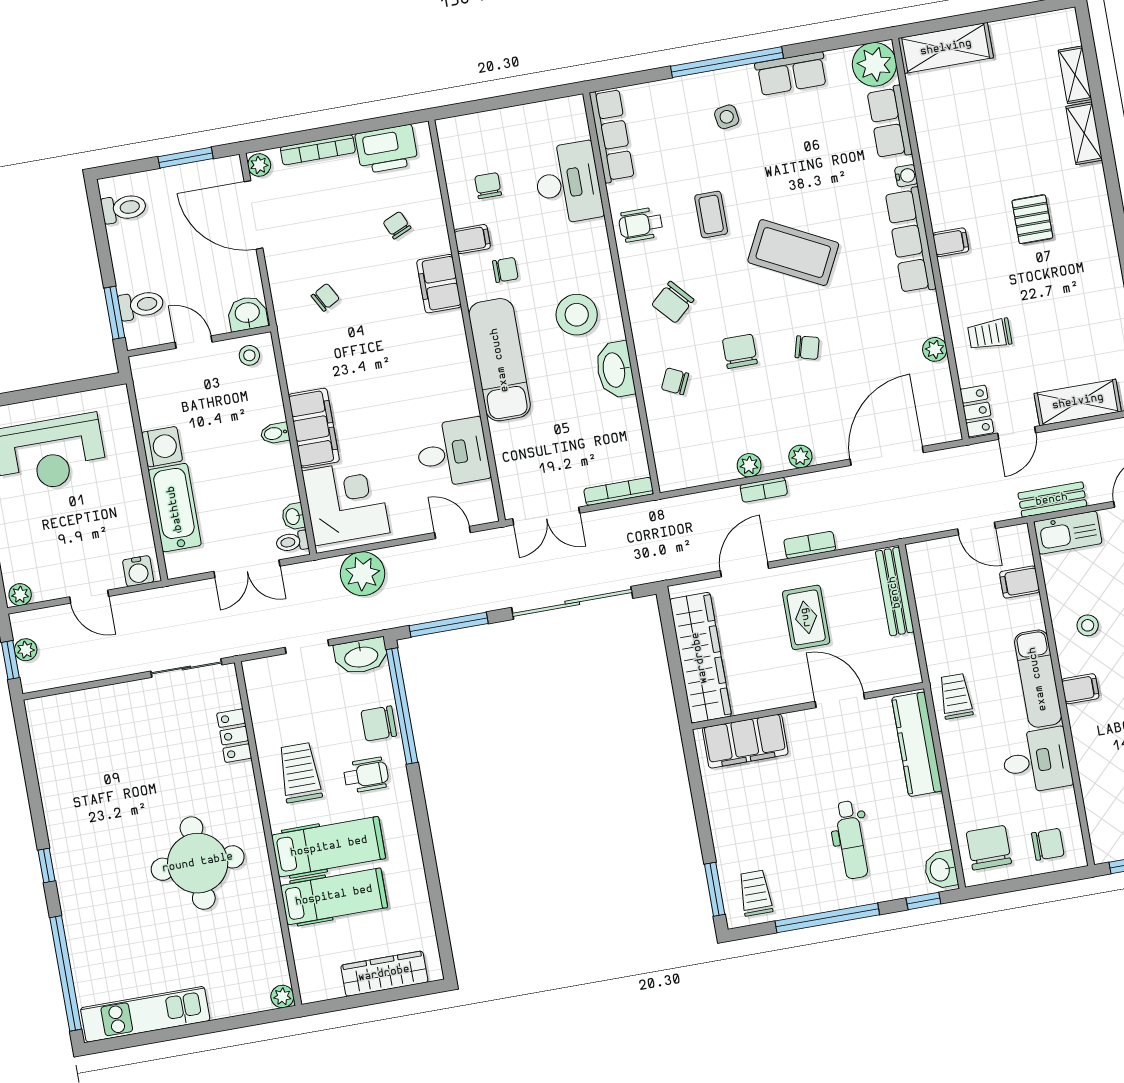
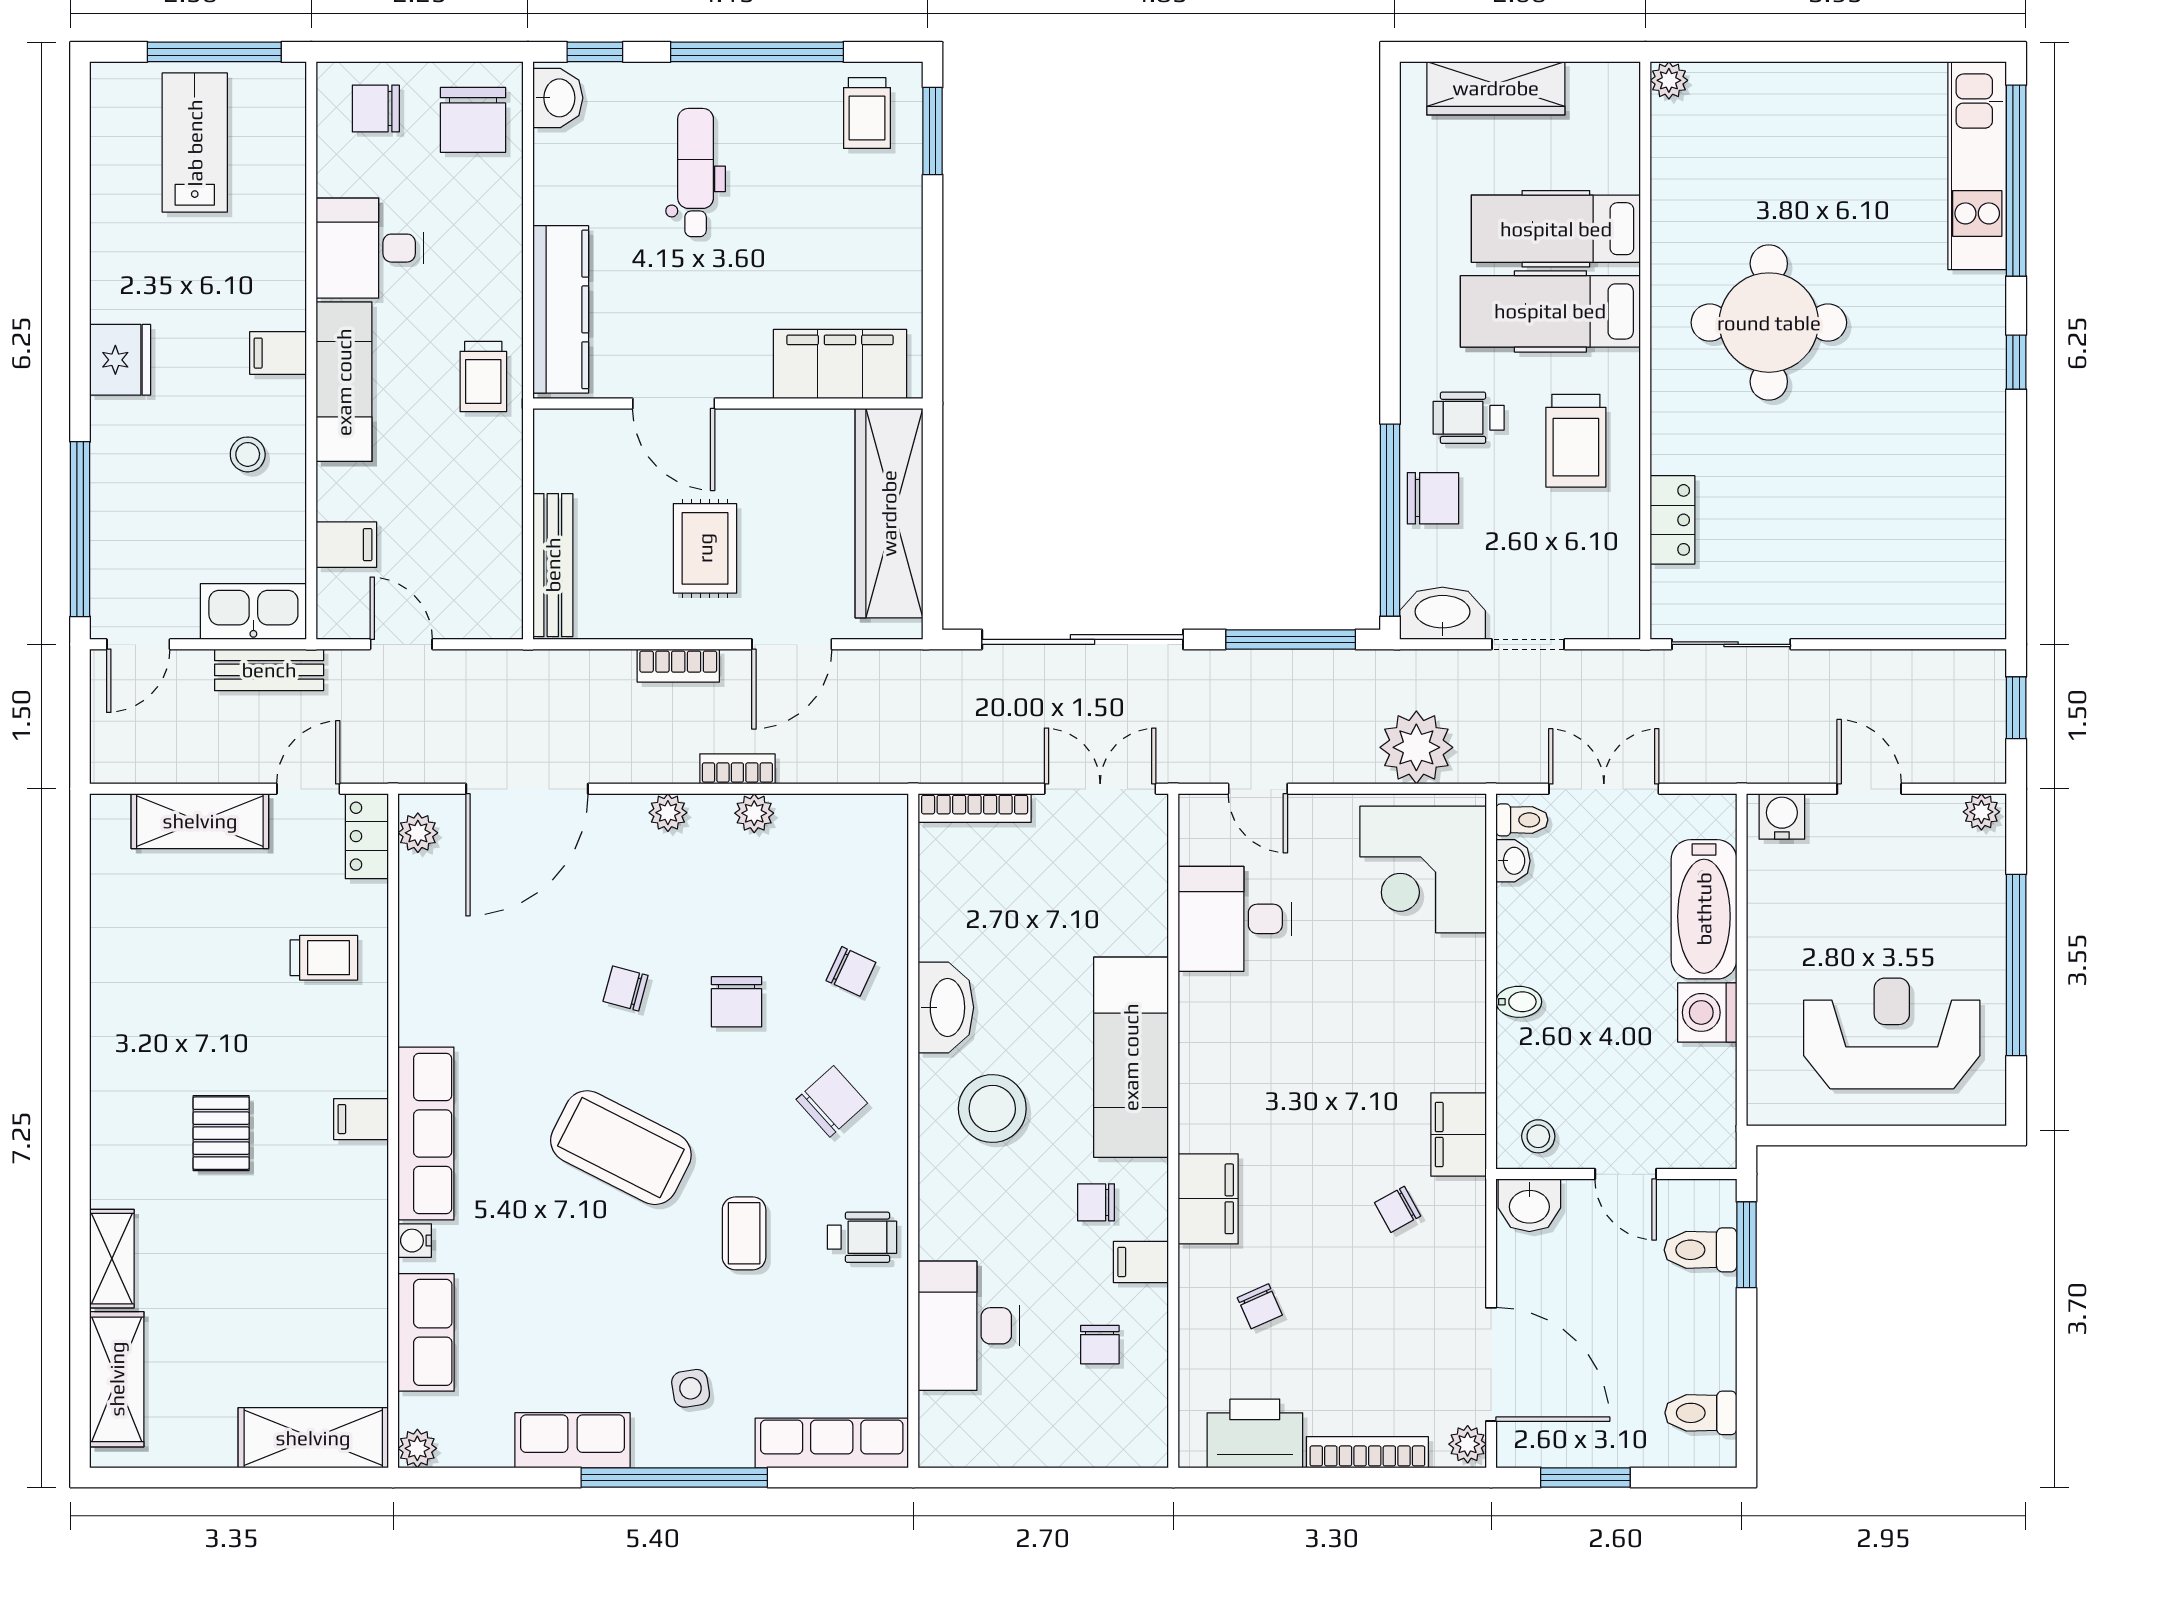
plant: (874, 64) -> (417, 1448), width x0.53, depth x0.53
shelving: (1075, 75) -> (117, 1379), width x1.50, depth x1.33
row of seats: (612, 135) -> (832, 1443), moved, turned 90
plant: (935, 349) -> (418, 833), moved
filing cabinet: (314, 428) -> (1459, 1134), moved, width x0.67, depth x0.86
plant: (26, 650) -> (1988, 720), removed
kitchen unit: (145, 1014) -> (1977, 166), moved, turned 90

